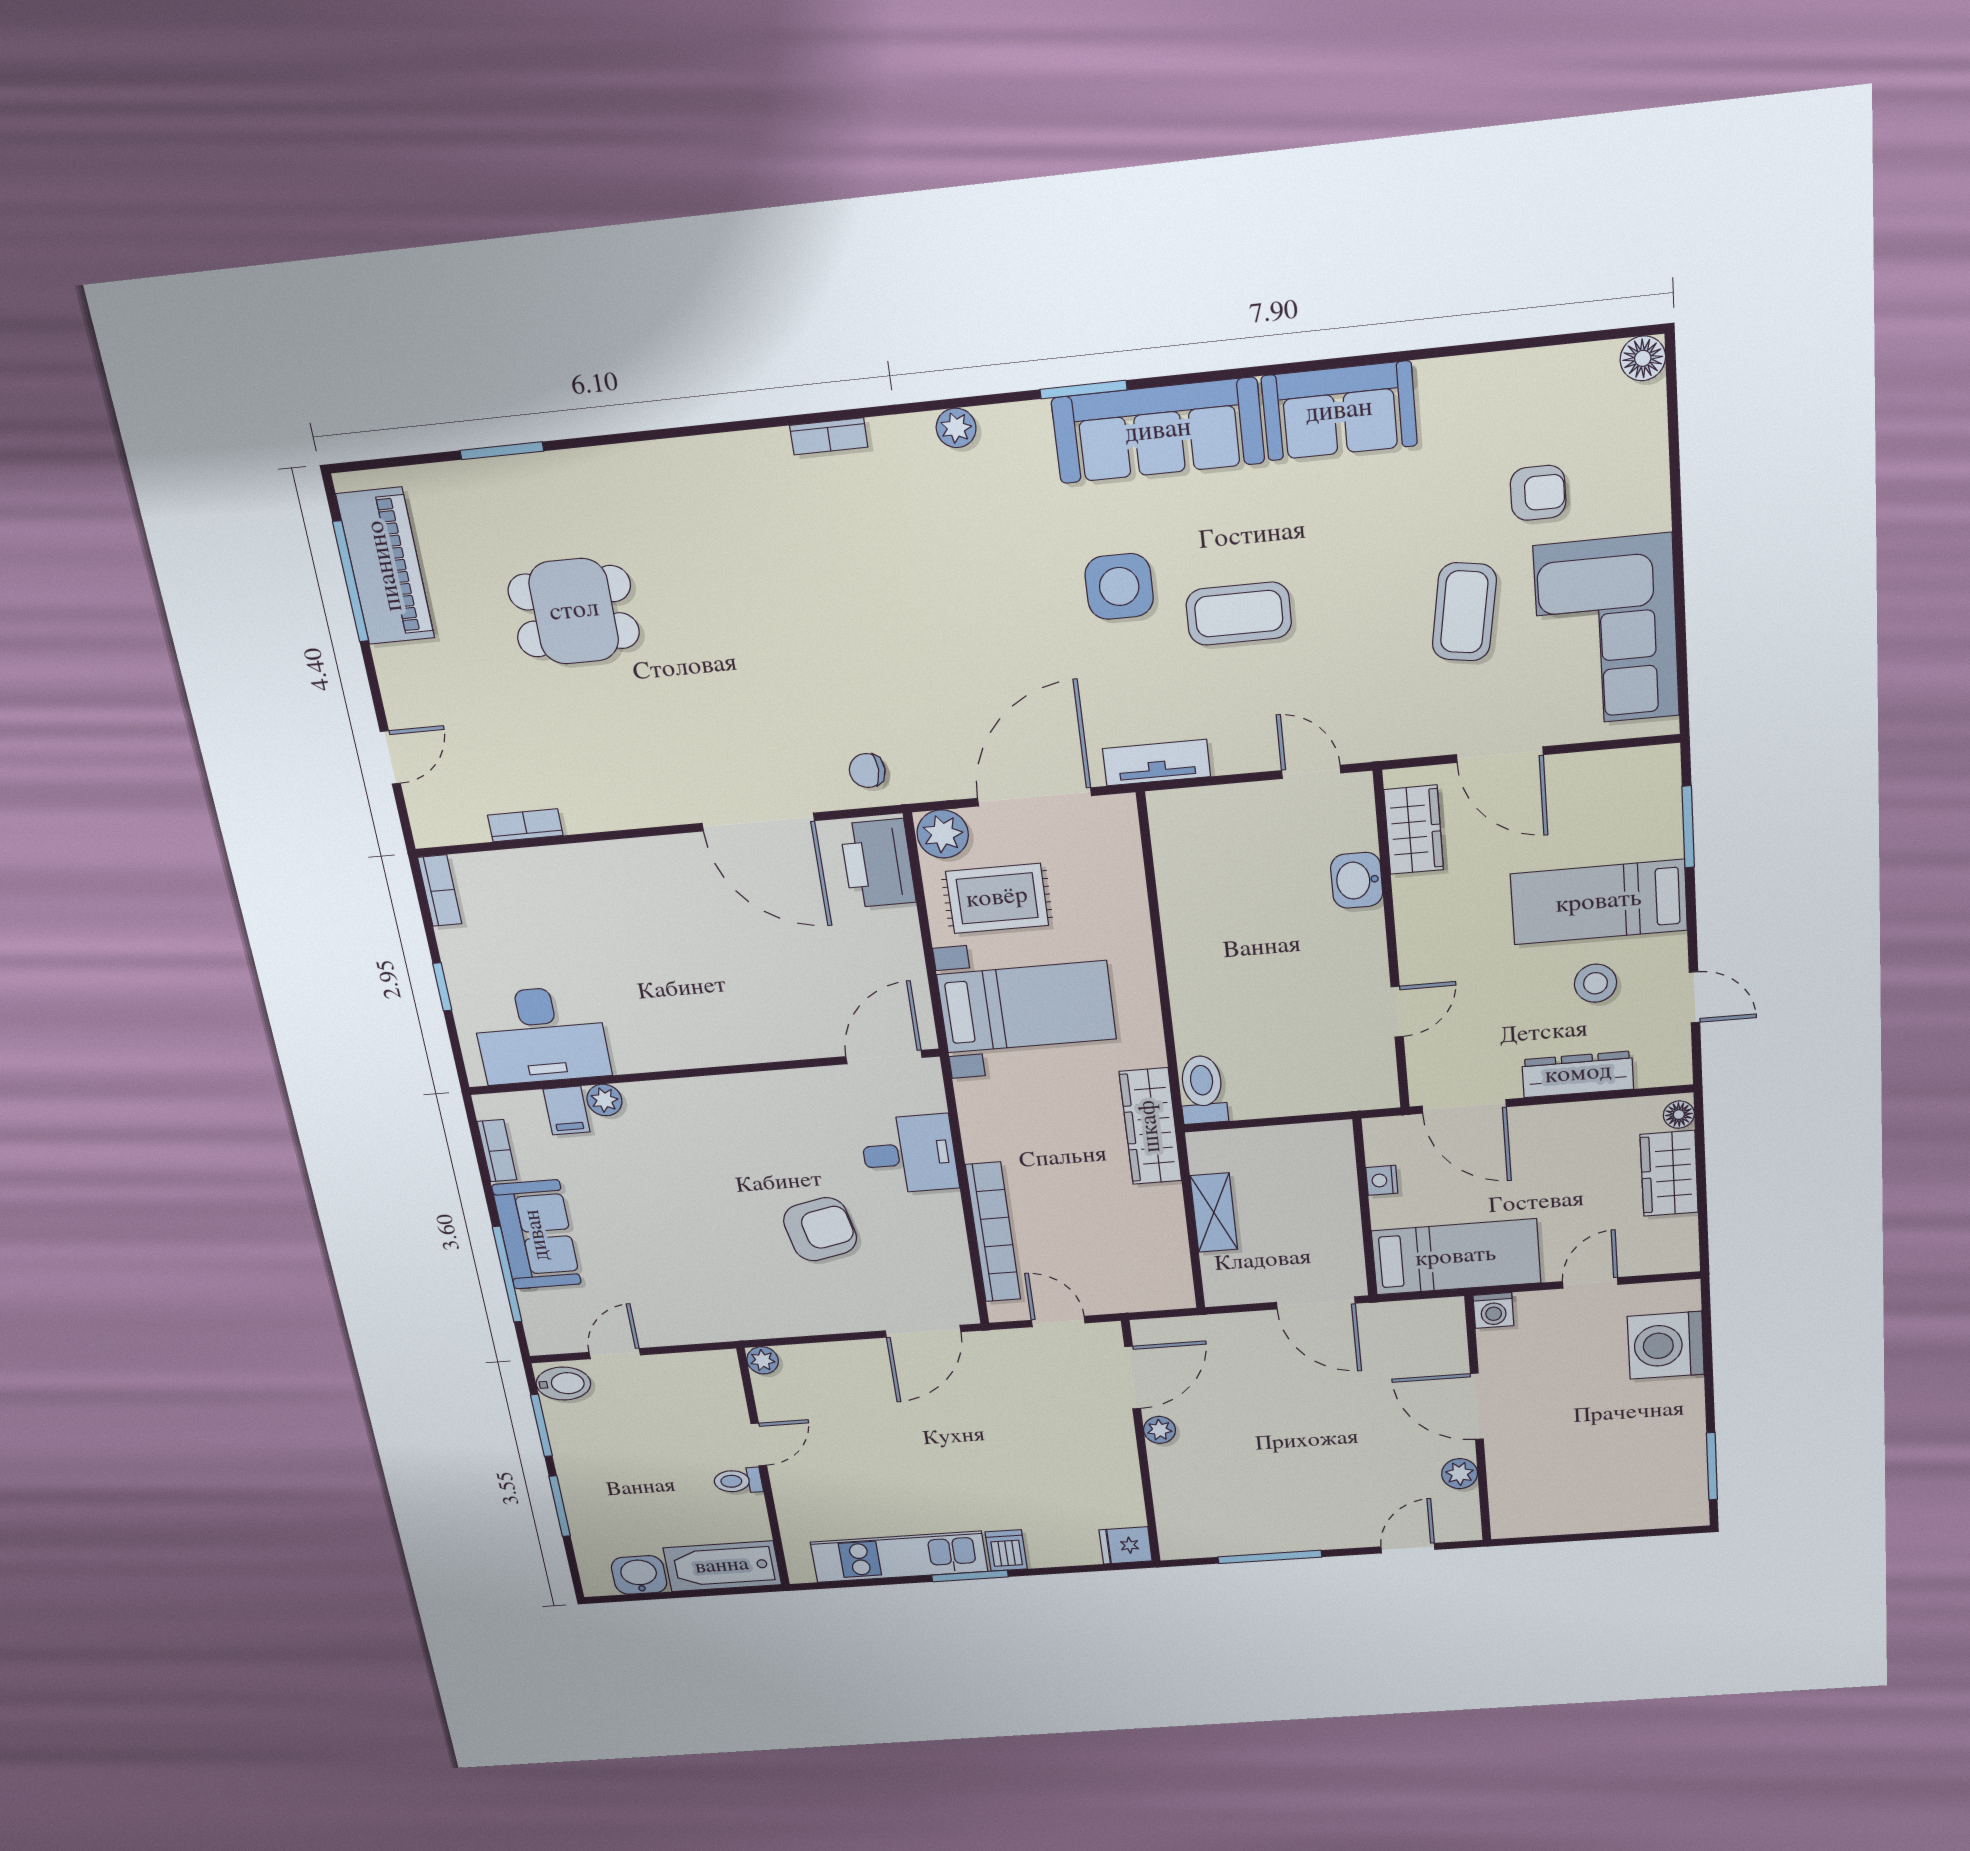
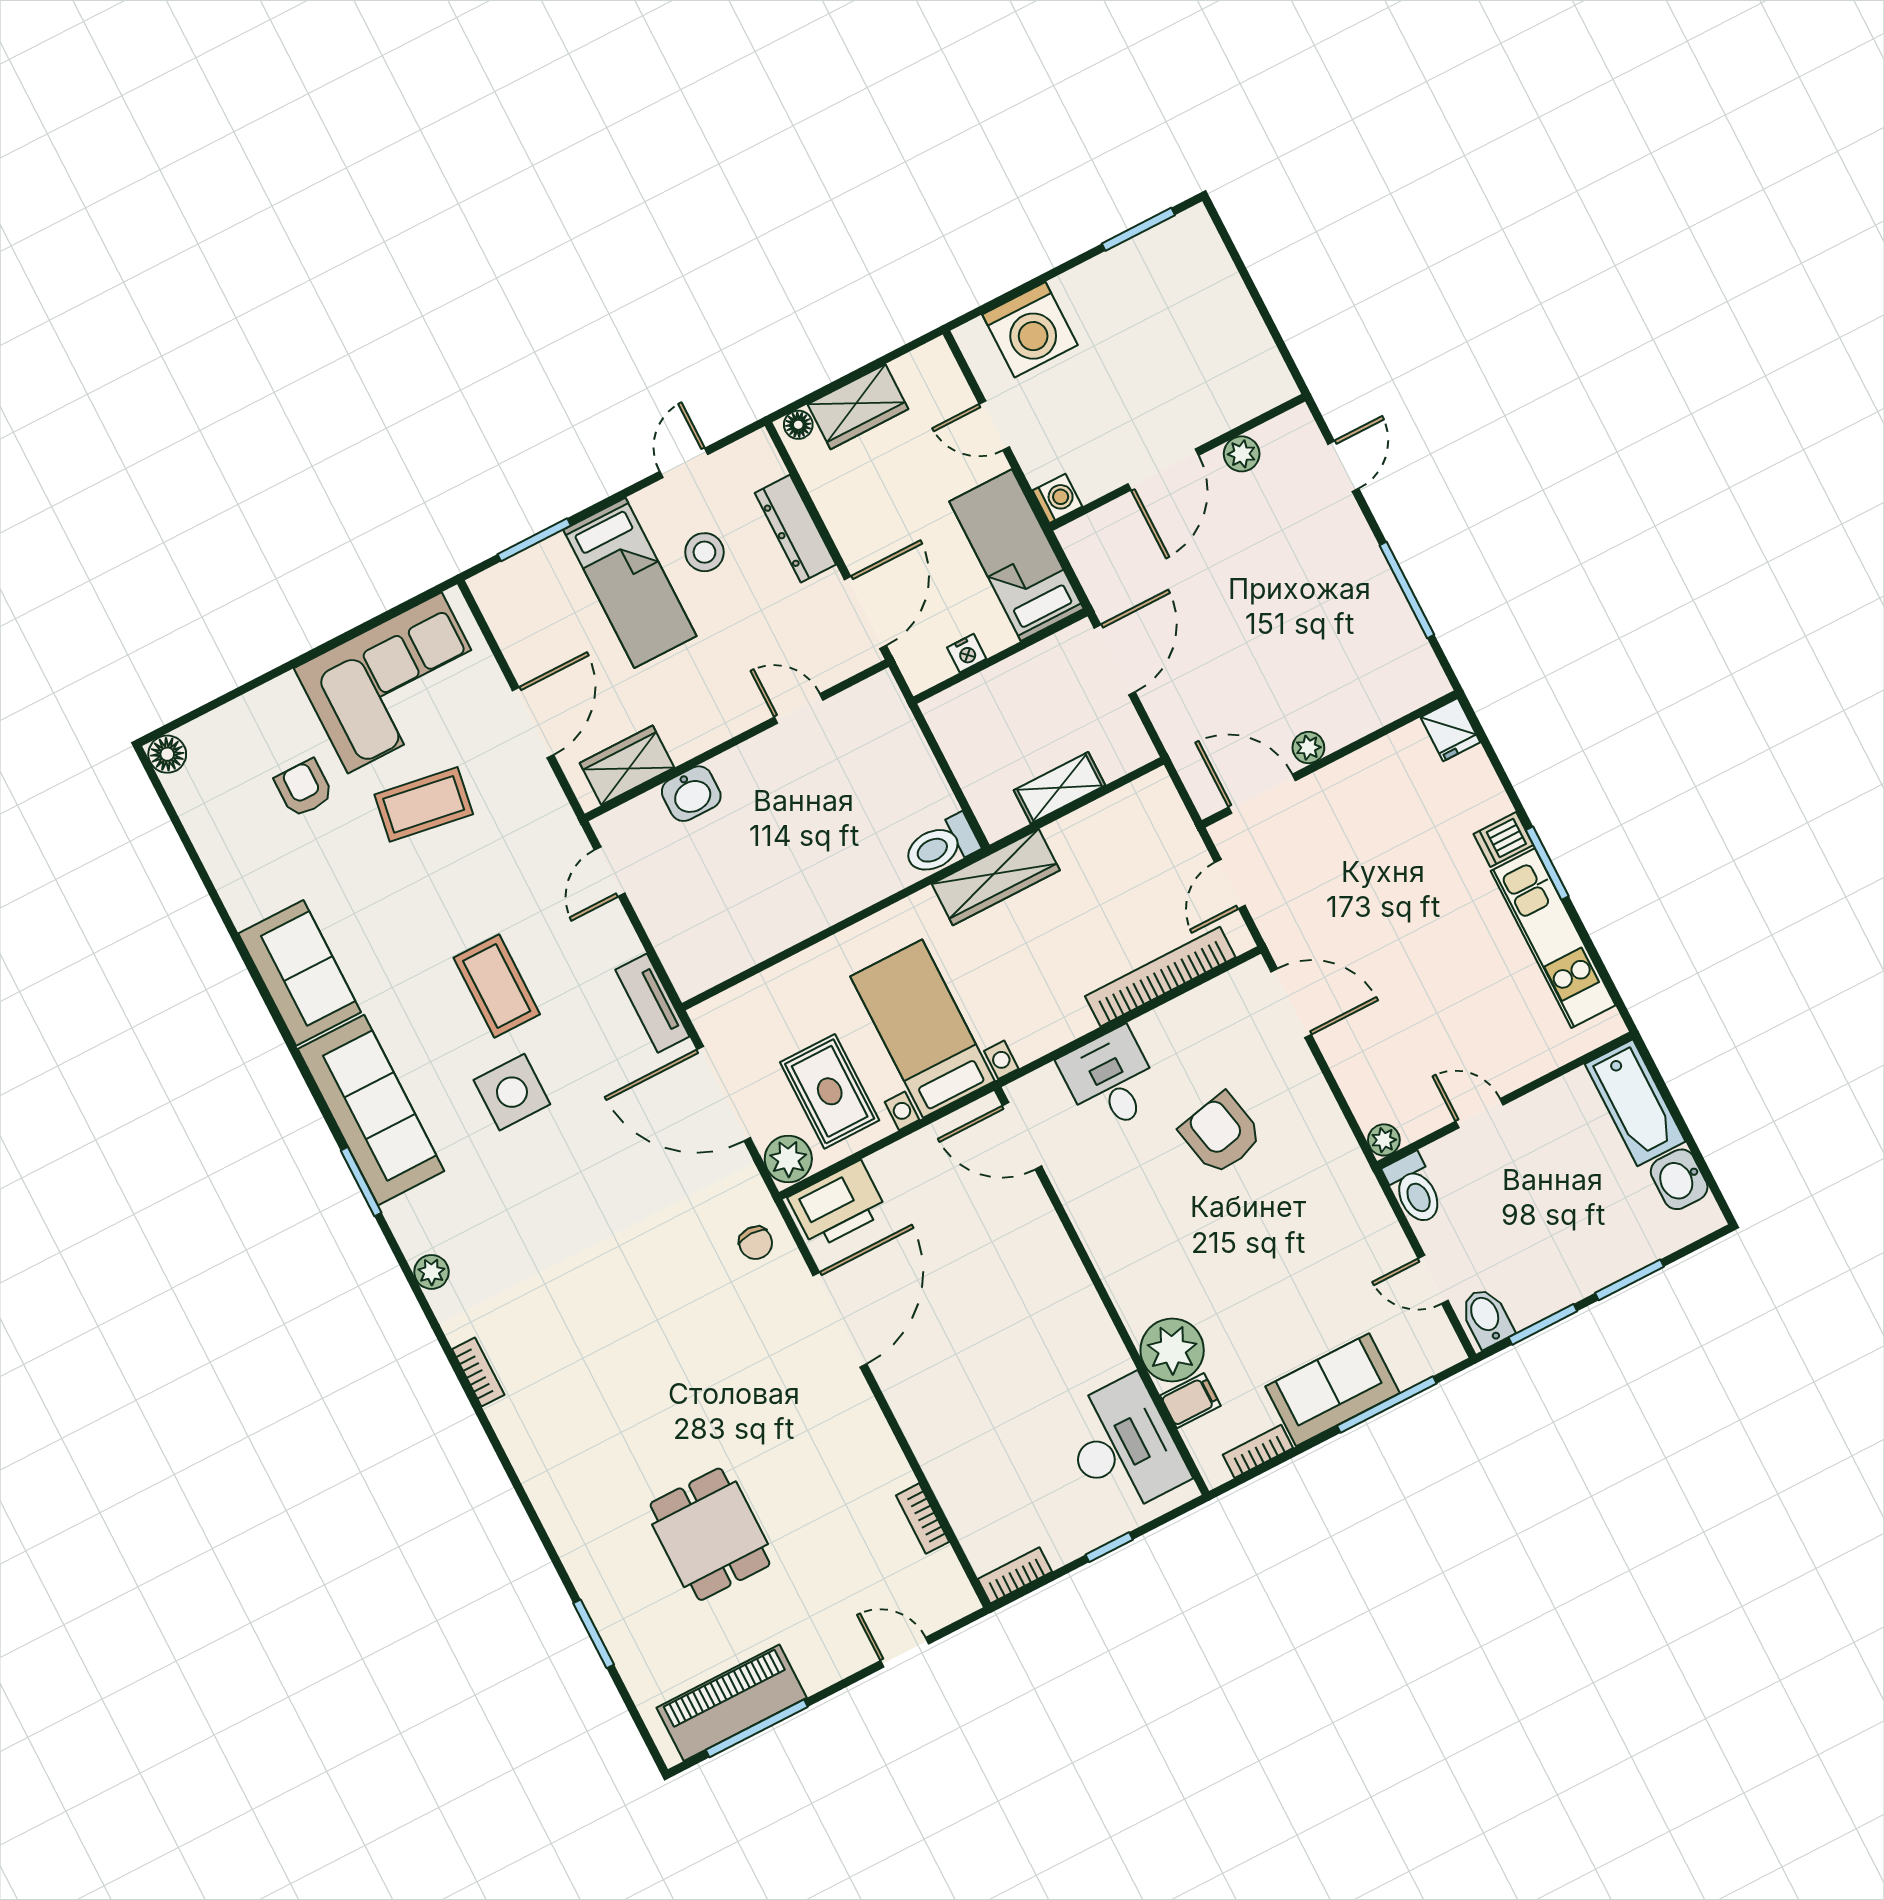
plant: (604, 1100) -> (1172, 1350), width x1.87, depth x1.87
toilet: (738, 1481) -> (1414, 1189), moved, width x1.37, depth x1.39
door: (1408, 1548) -> (1343, 466), swing flipped

